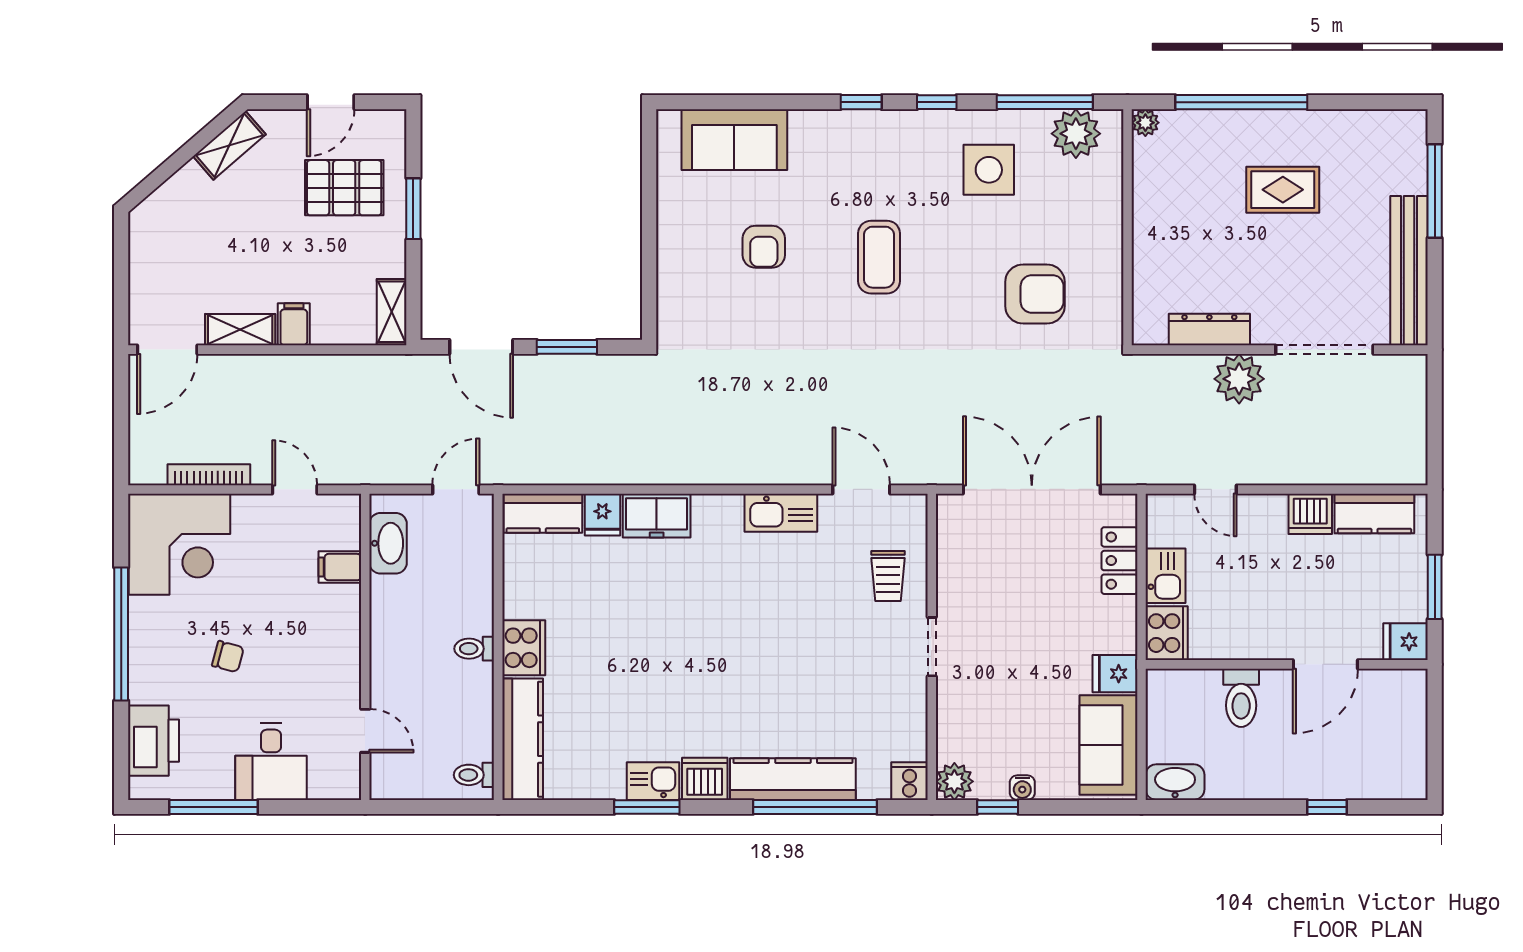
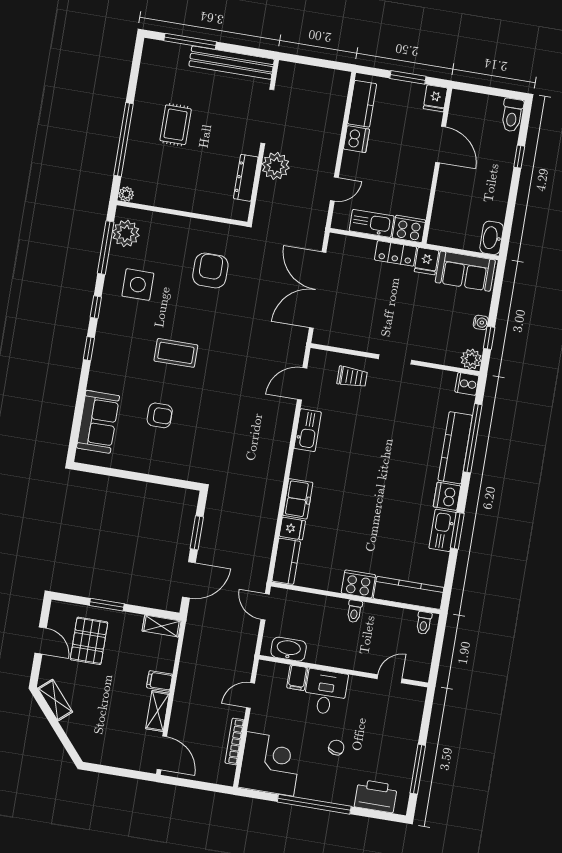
locker: (1119, 561) -> (396, 253), moved
kitchen sink: (1166, 576) -> (372, 223), width x1.38
toilet: (1241, 698) -> (512, 115), moved, turned 90
desk: (271, 762) -> (326, 692), moved, turned -90
kitchen sink: (653, 781) -> (443, 530), width x1.38

